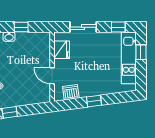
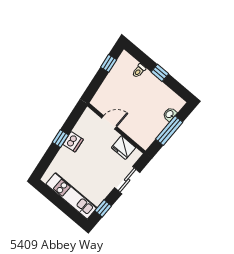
window: (21, 27) -> (169, 131), width x2.17
window: (141, 52) -> (68, 209), removed
dishwasher: (71, 92) -> (73, 142), moved

